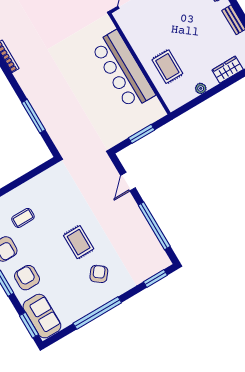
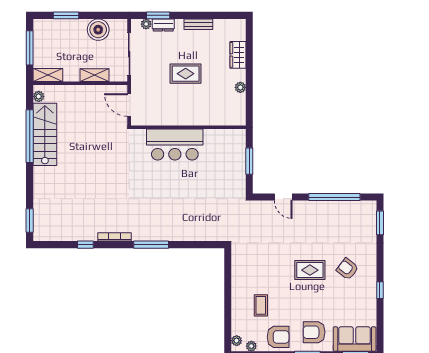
rug: (167, 67) -> (186, 74), moved
bar counter: (123, 70) -> (175, 145), width x0.73
window: (34, 116) -> (151, 245), moved
window: (97, 313) -> (380, 290), width x0.32

